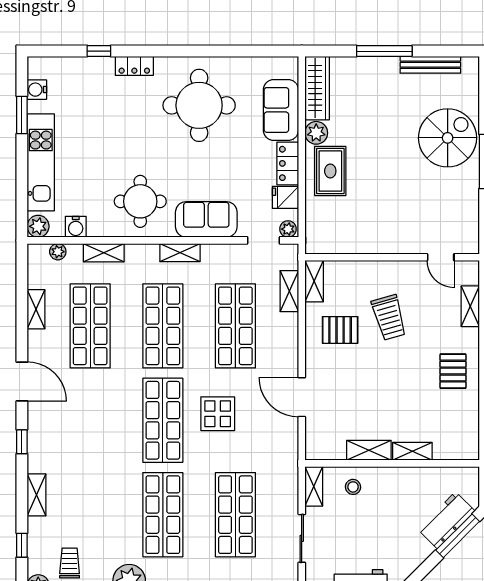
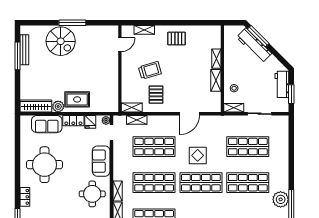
window: (384, 51) -> (18, 56), moved
spiral stairs: (448, 138) -> (61, 41), turned 180
shelving: (180, 253) -> (118, 191), moved
workbench: (446, 520) -> (254, 45), width x1.38

